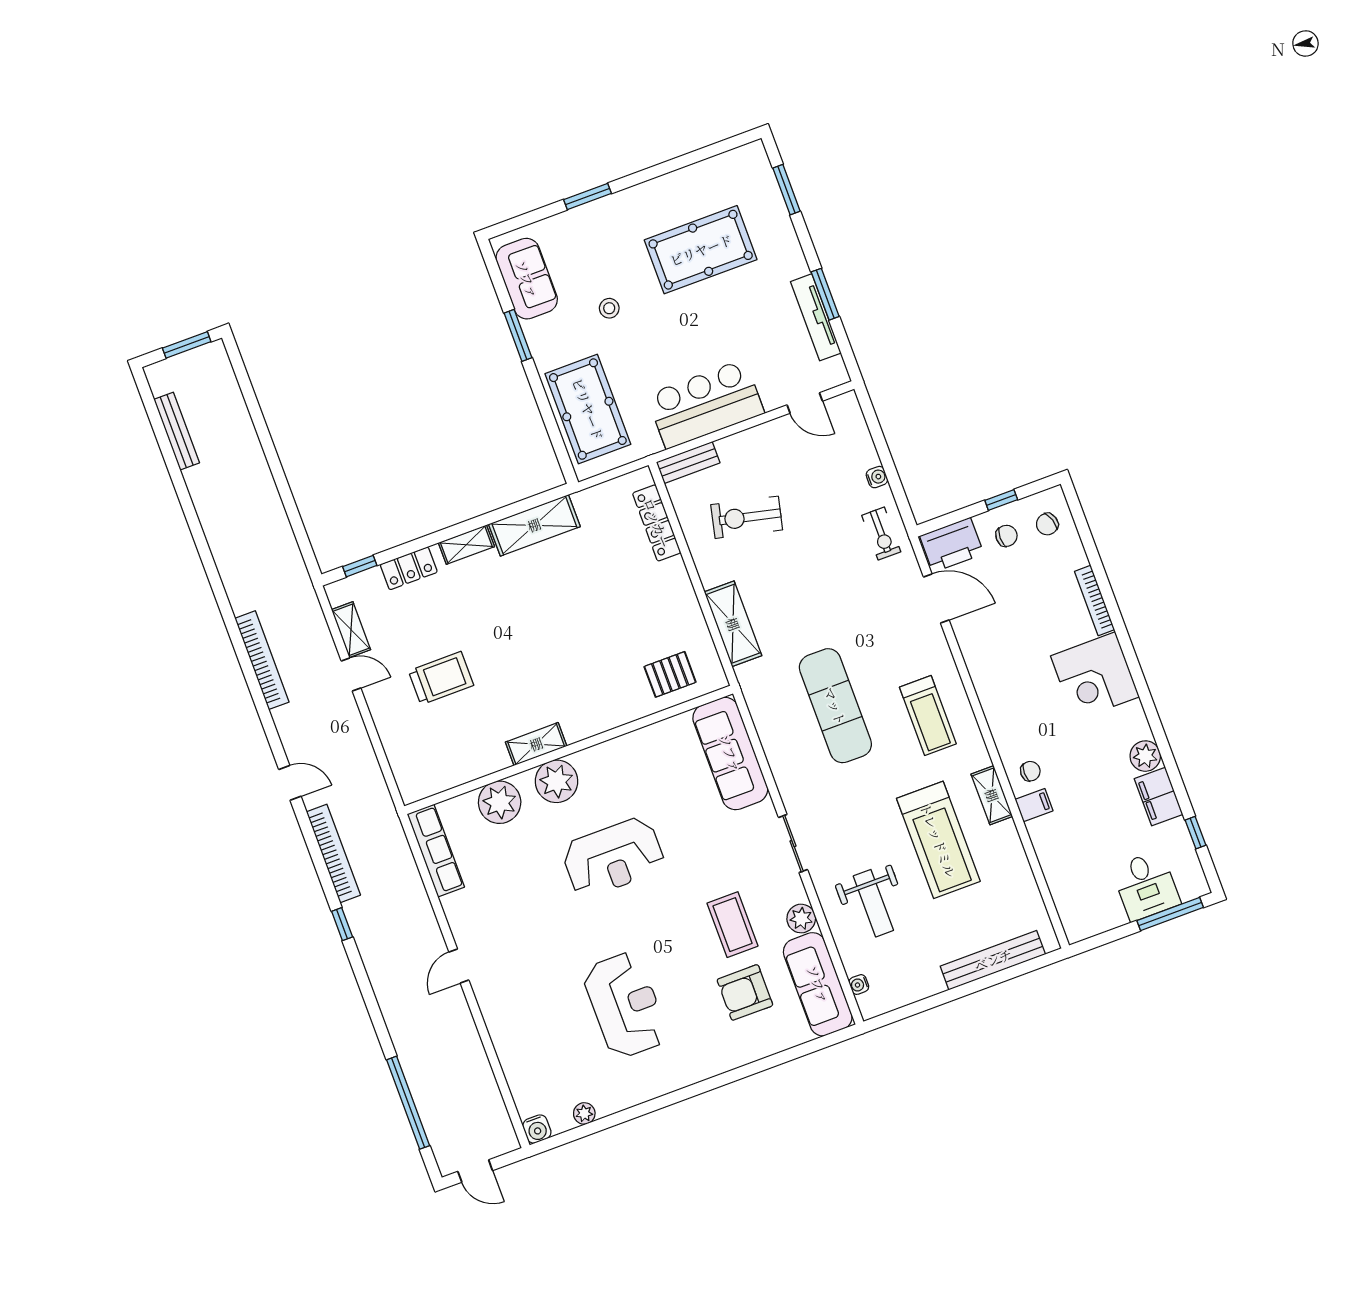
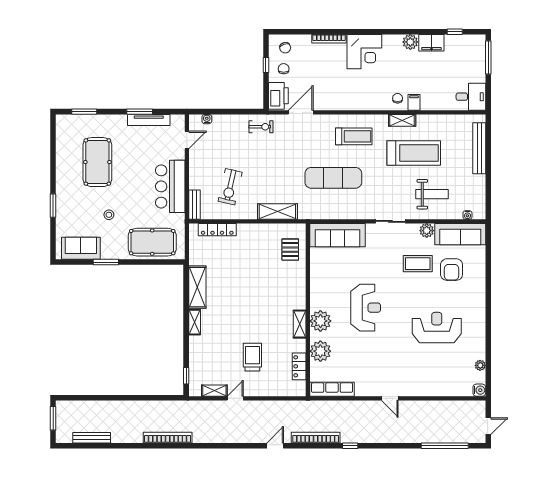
water cooler: (877, 477) -> (207, 119), moved
locker: (409, 568) -> (299, 366), moved, turned 180
bookcase: (262, 660) -> (168, 438), moved
desk: (1146, 886) -> (471, 97), moved

